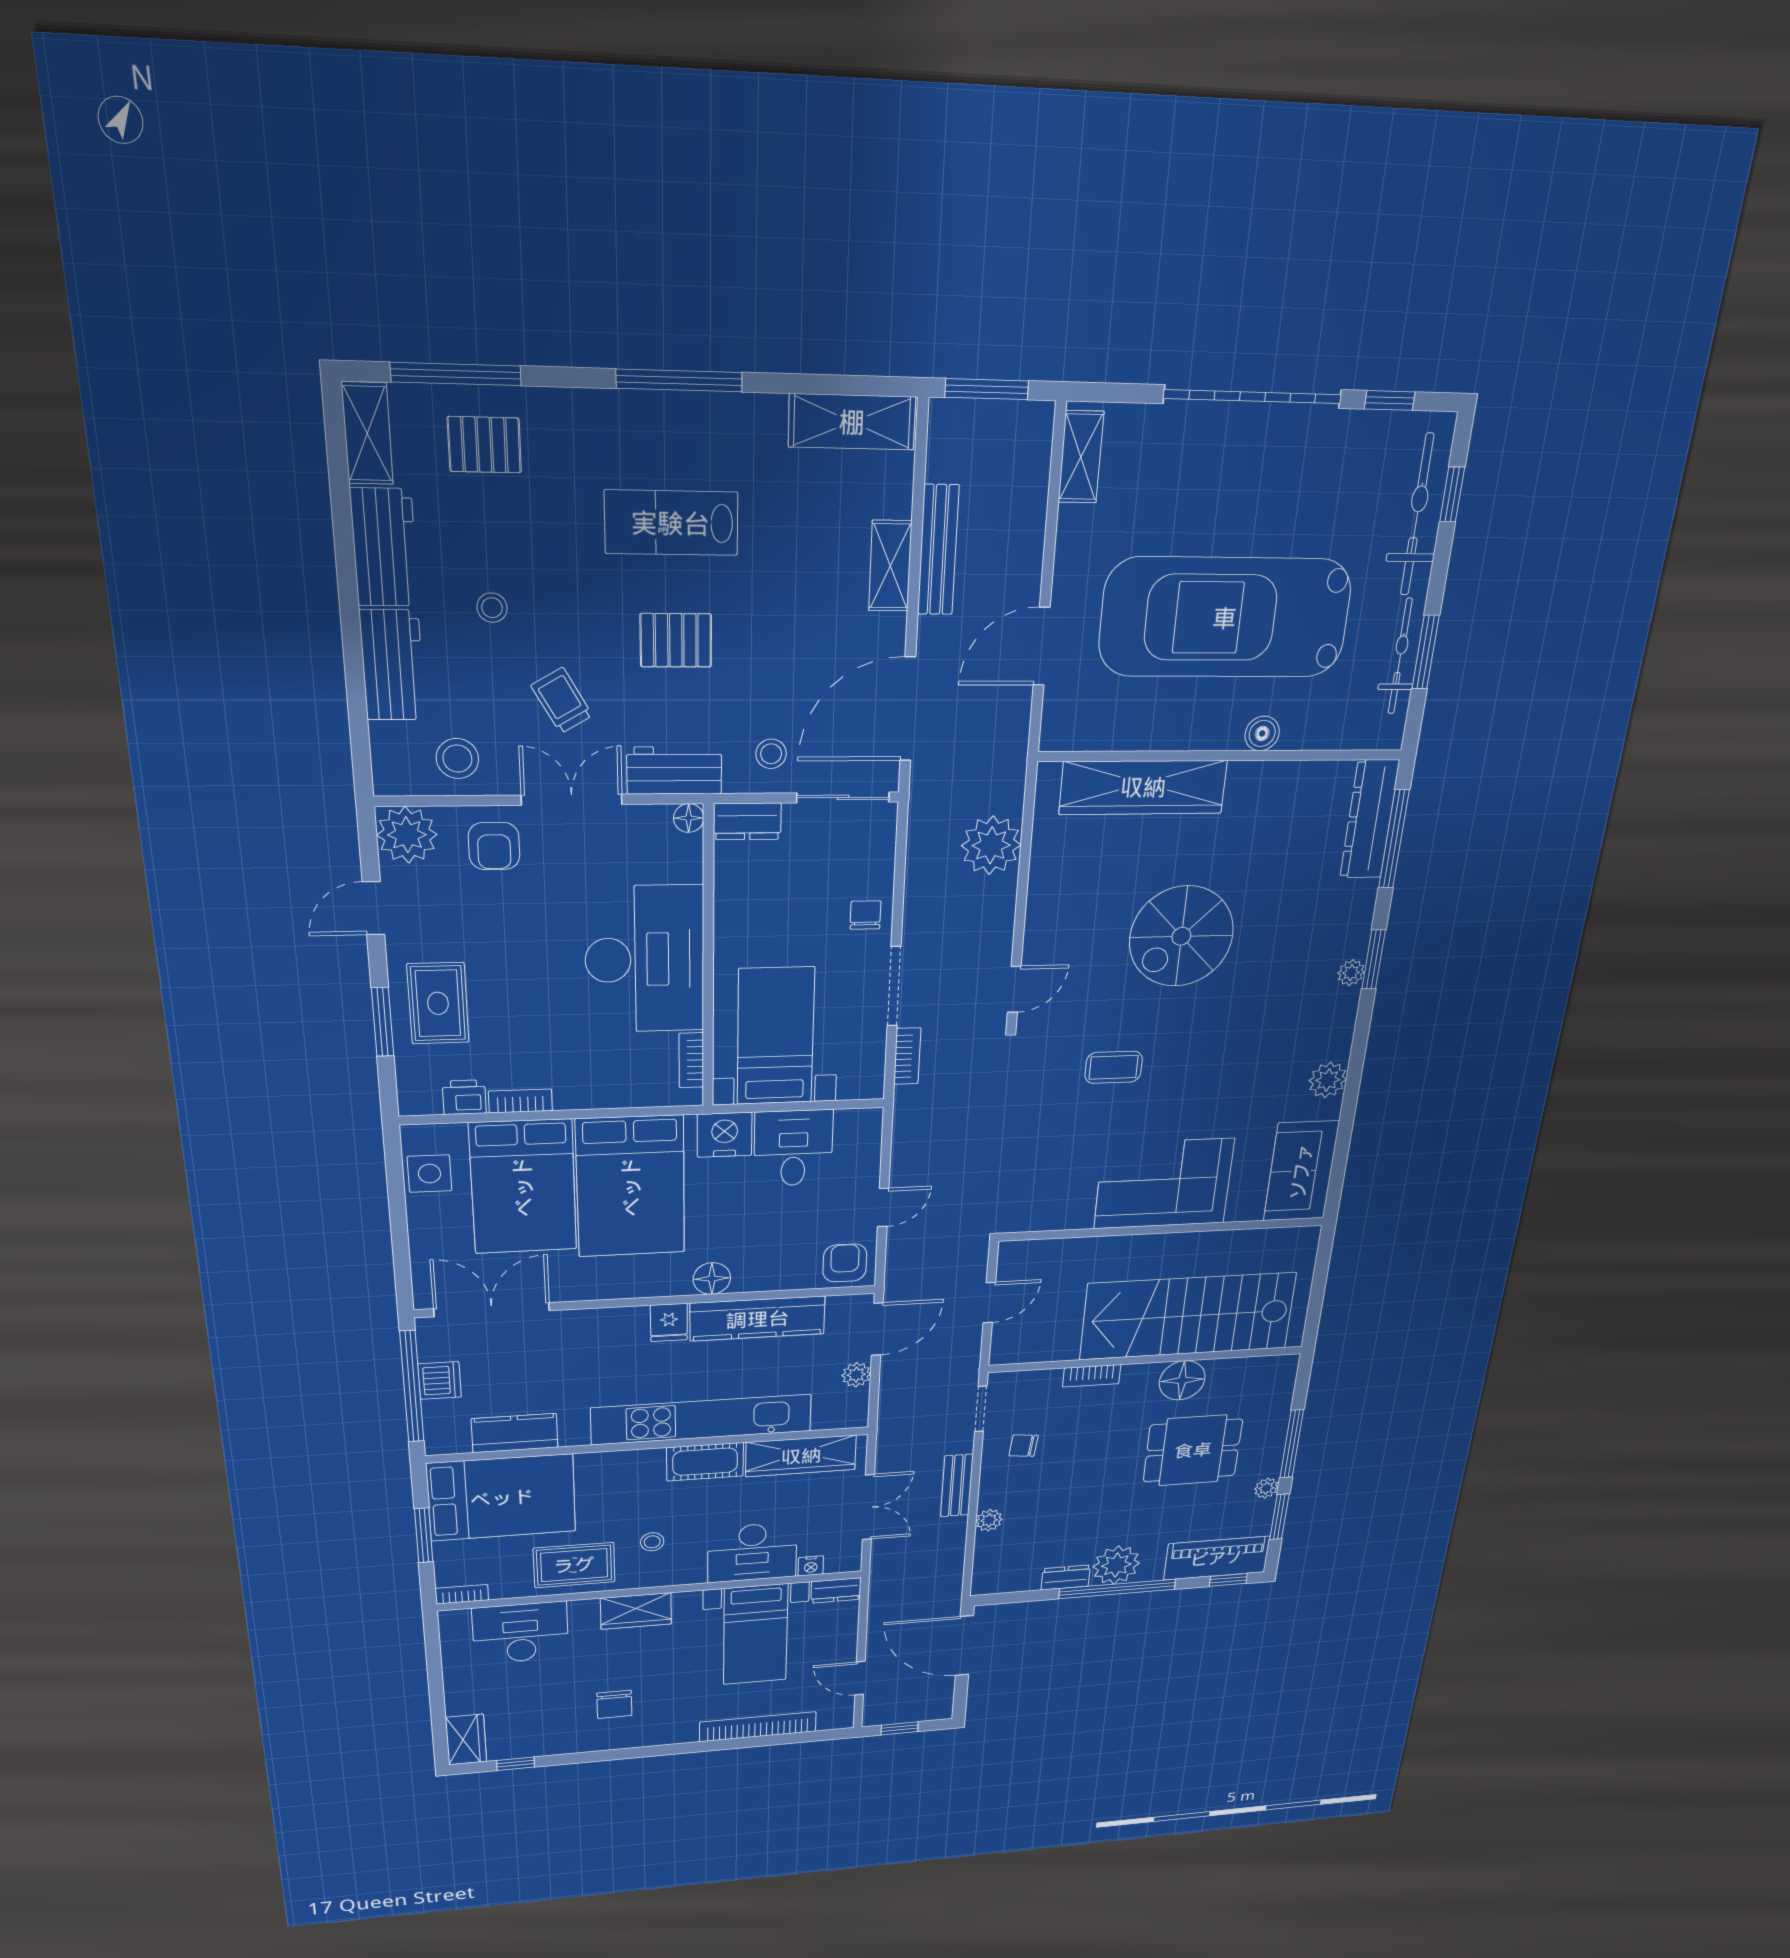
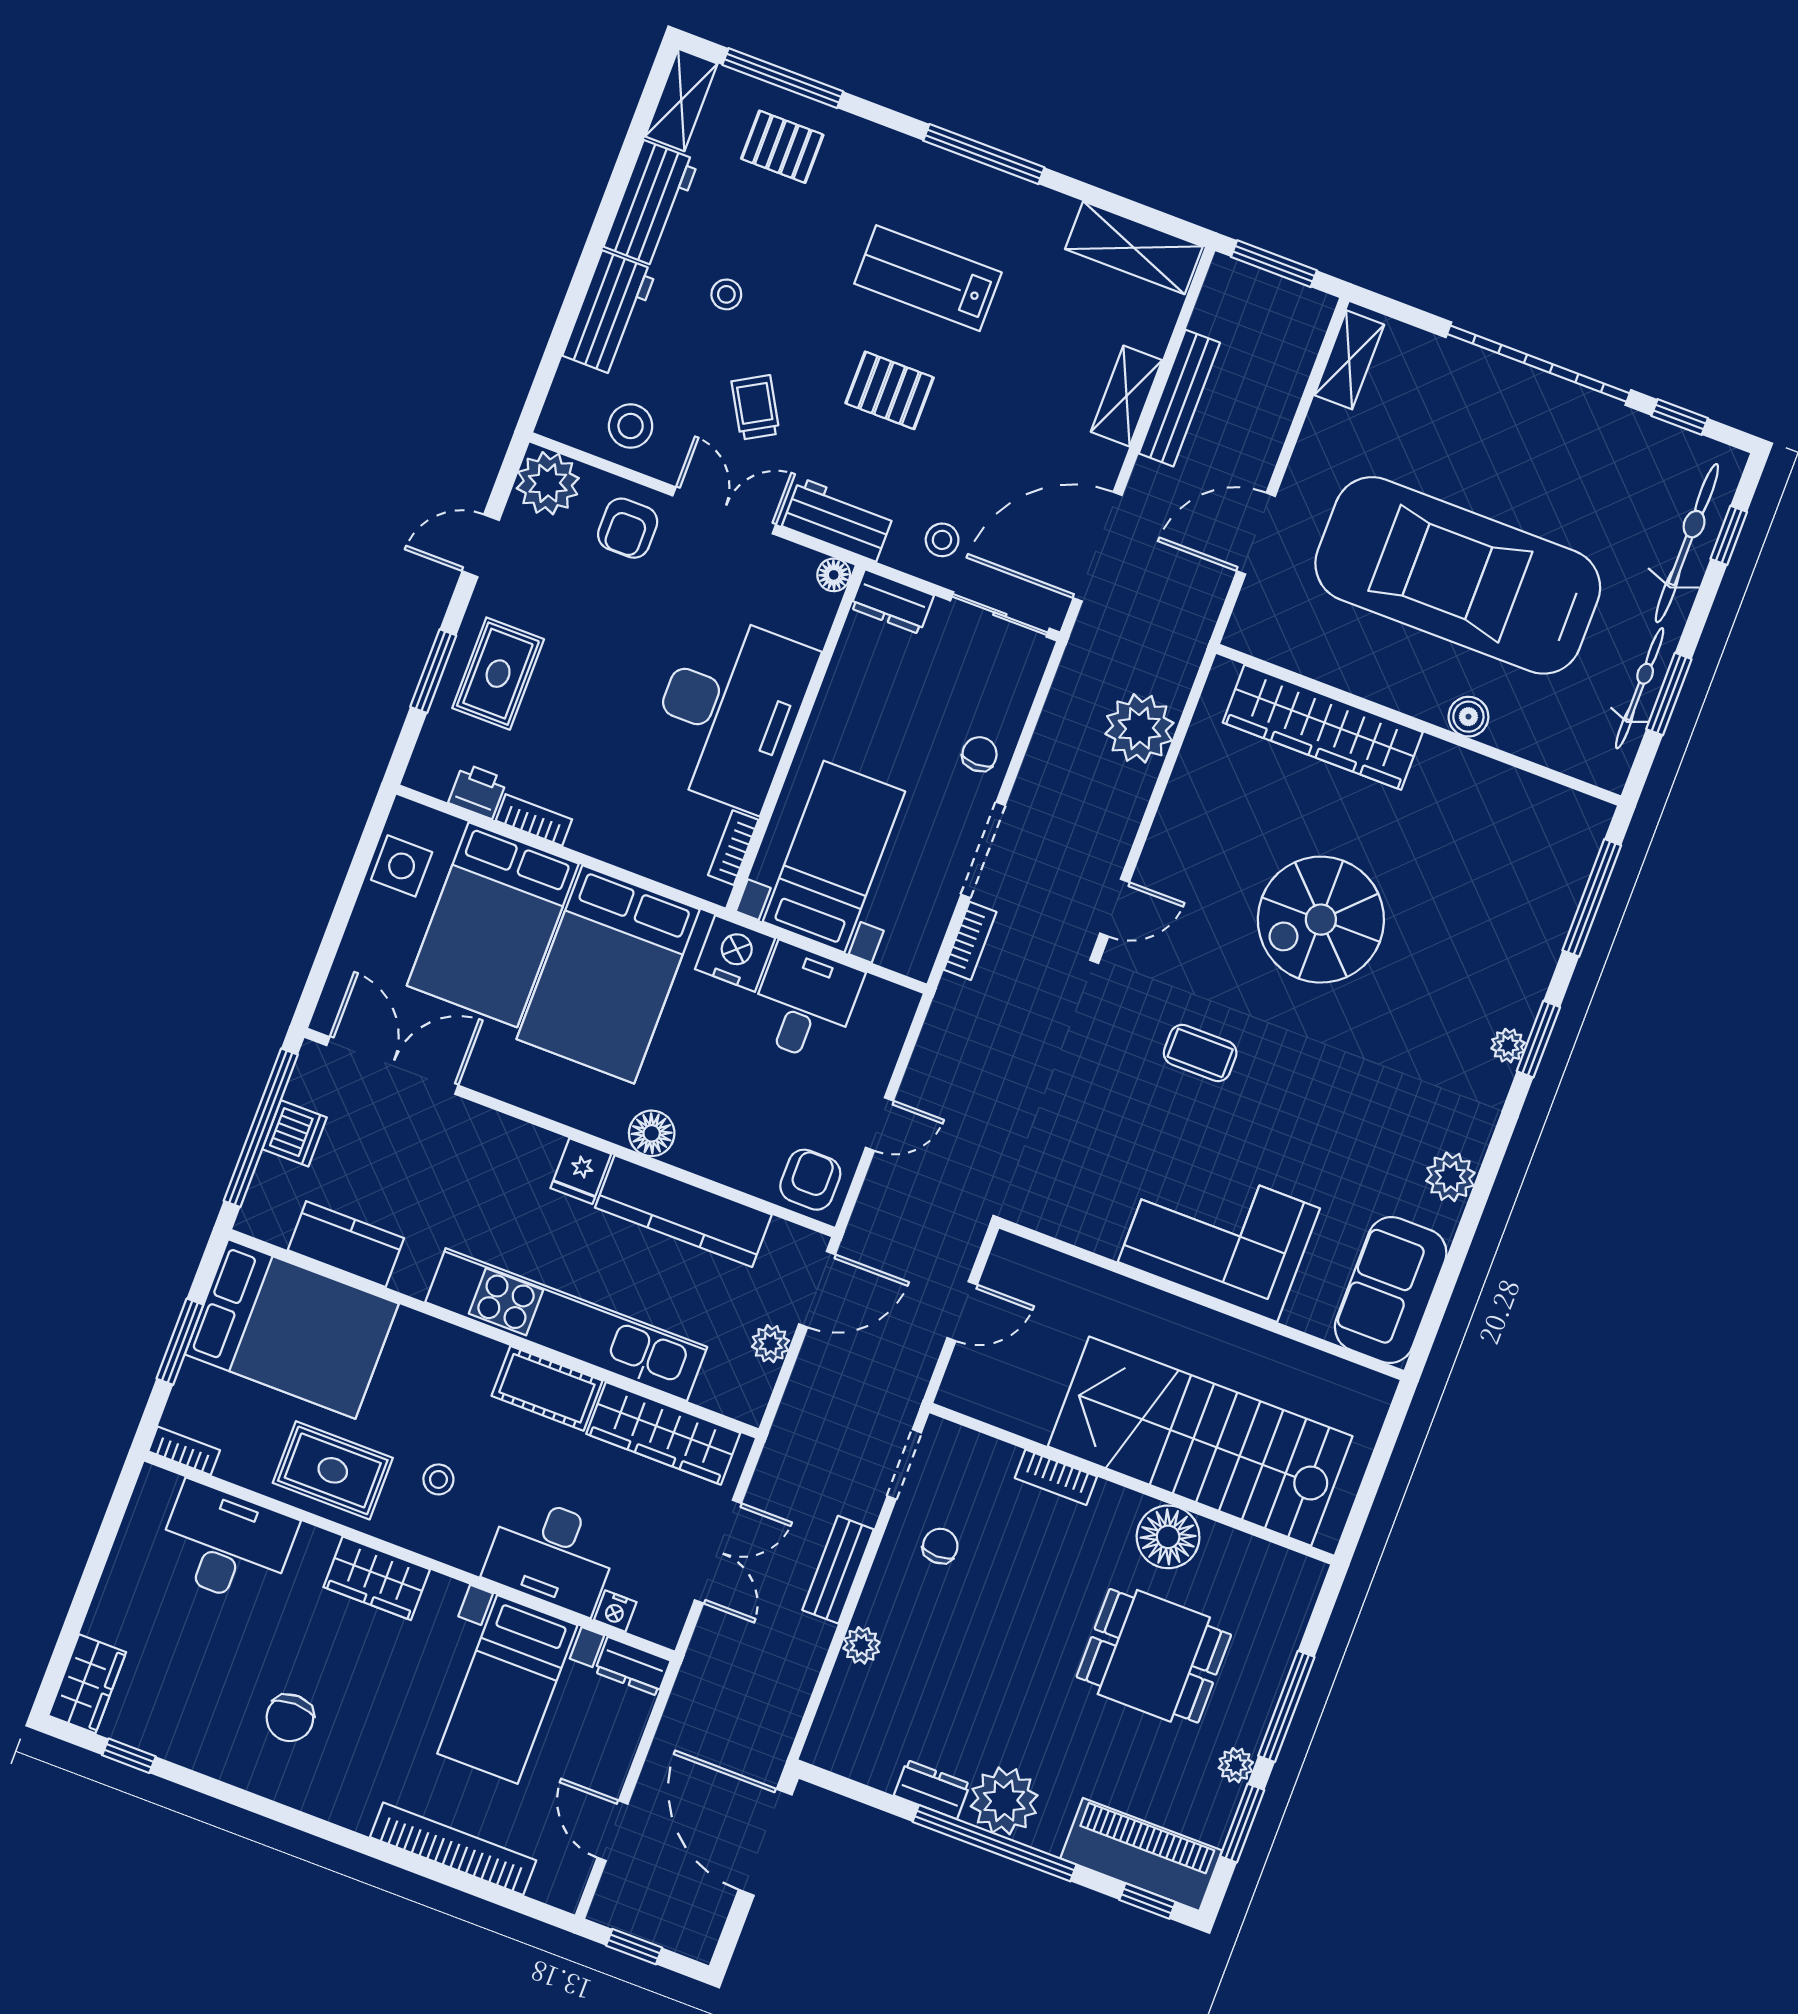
dresser: (1370, 819) -> (1568, 863), removed
chair: (1024, 1446) -> (940, 1546), turned 84

